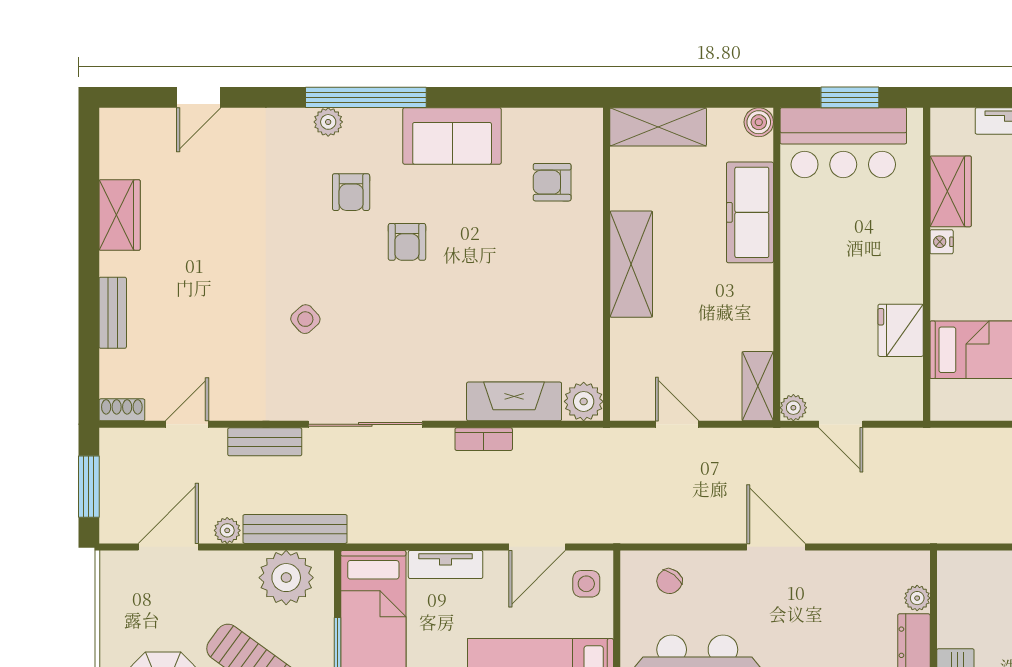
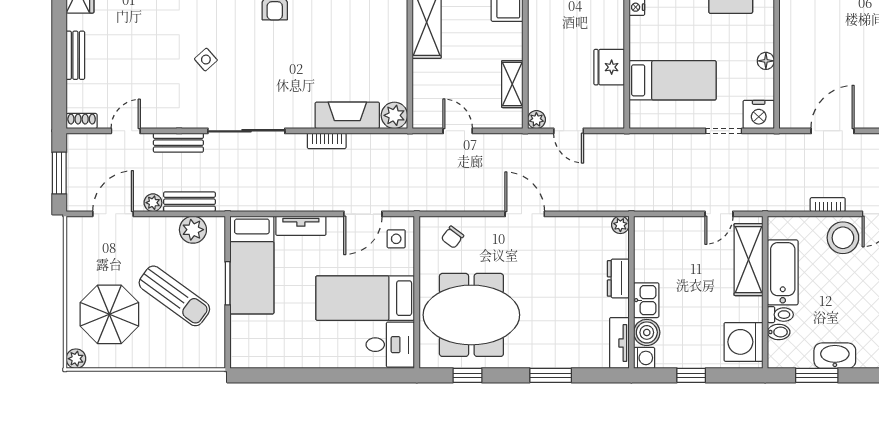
shelving: (758, 386) -> (512, 84), moved
bench: (295, 529) -> (189, 202), width x0.73
plant: (286, 578) -> (193, 230), width x0.73, depth x0.73
plant: (917, 598) -> (620, 225), moved

